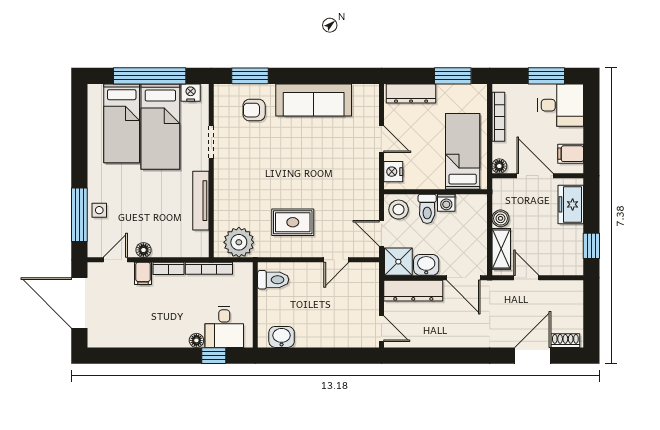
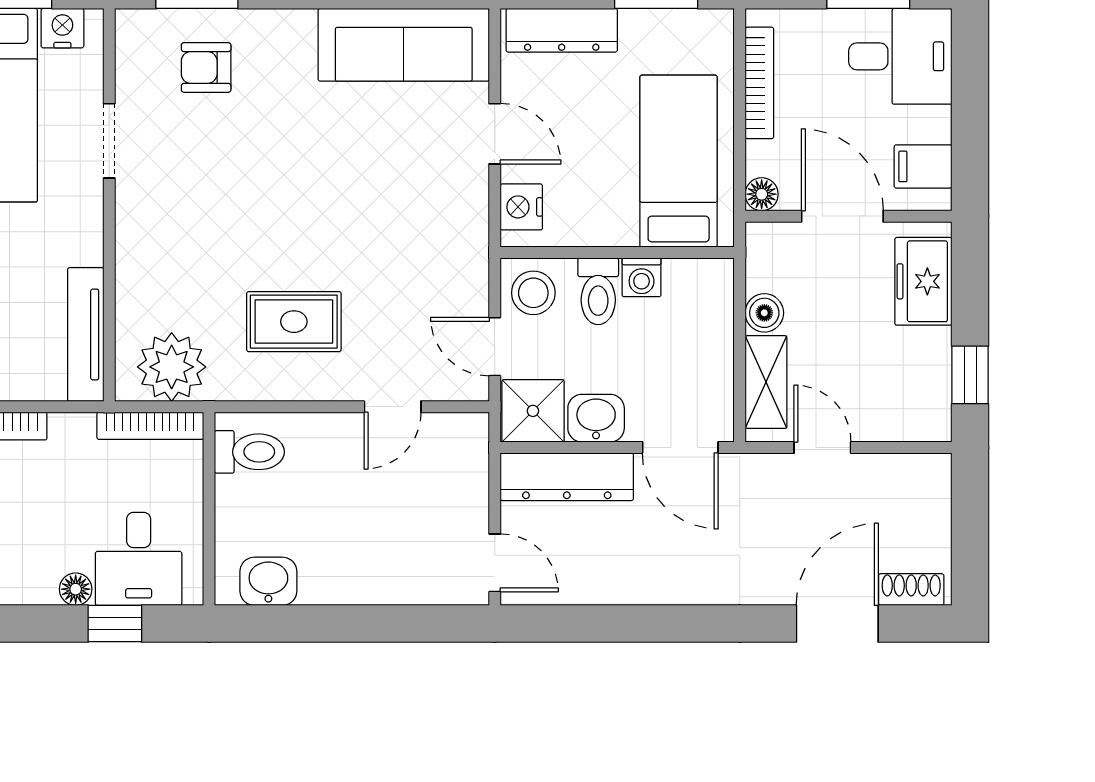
sofa: (314, 100) -> (404, 45), moved
tv unit: (201, 201) -> (86, 334), moved
bookcase: (209, 268) -> (150, 426), moved

